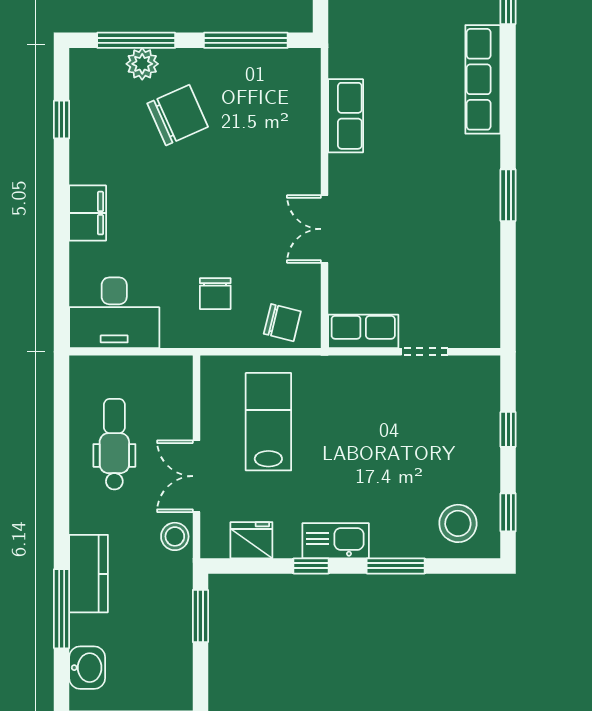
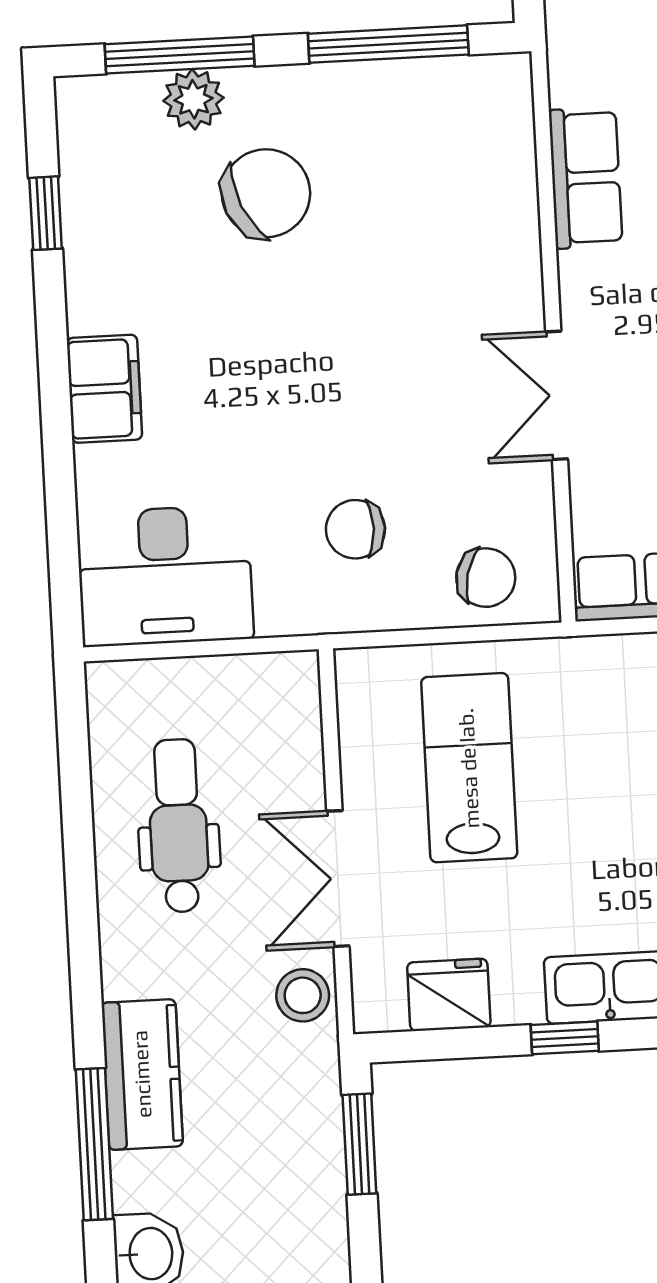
chair: (215, 294) -> (355, 529), turned 90

